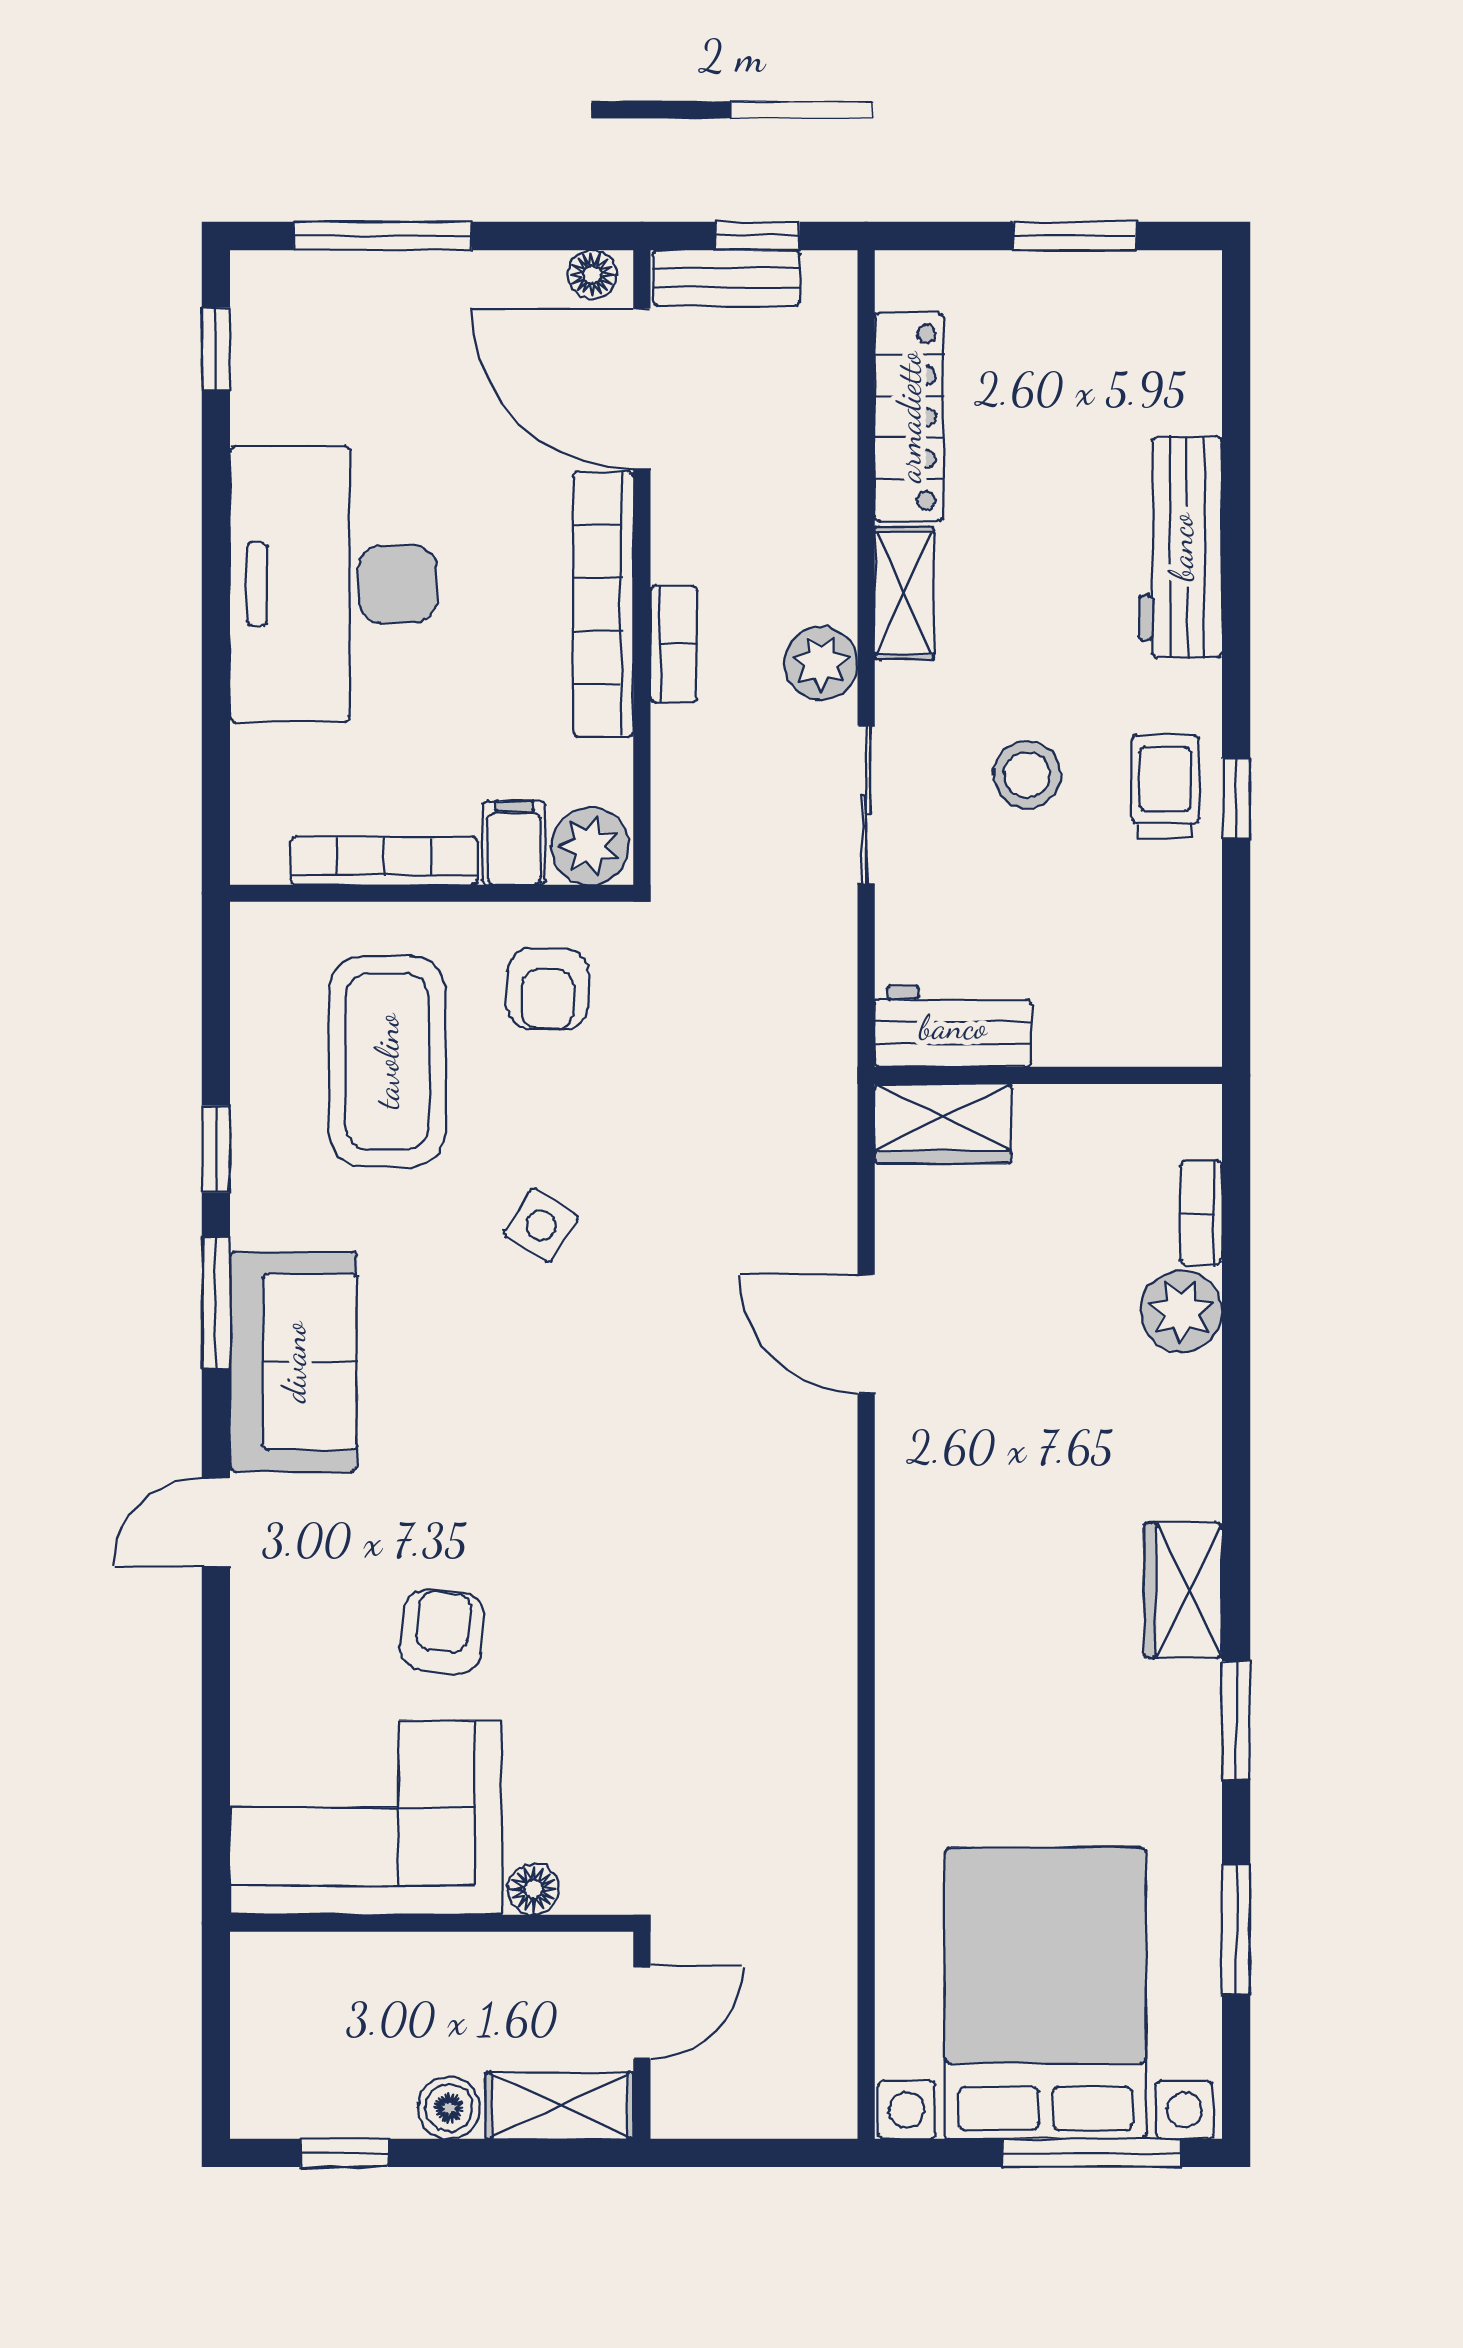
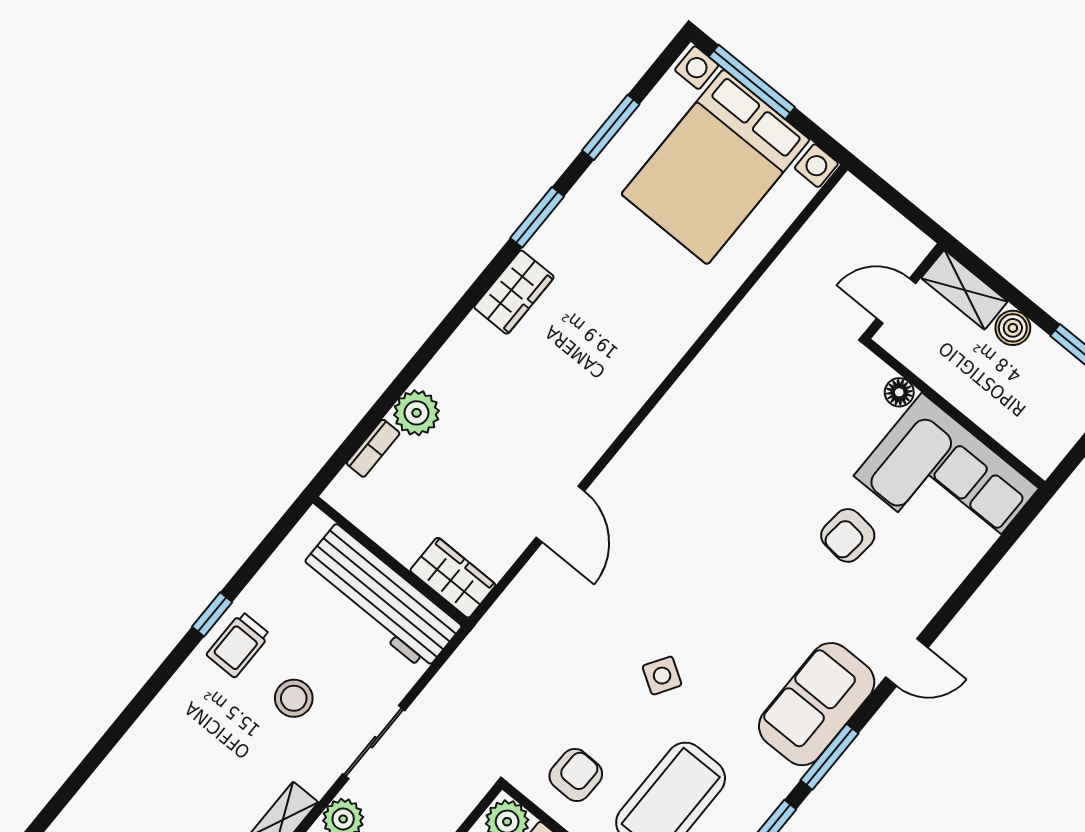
workbench: (1181, 547) -> (147, 742), removed
workbench: (953, 1027) -> (380, 598), width x1.88, depth x1.32

